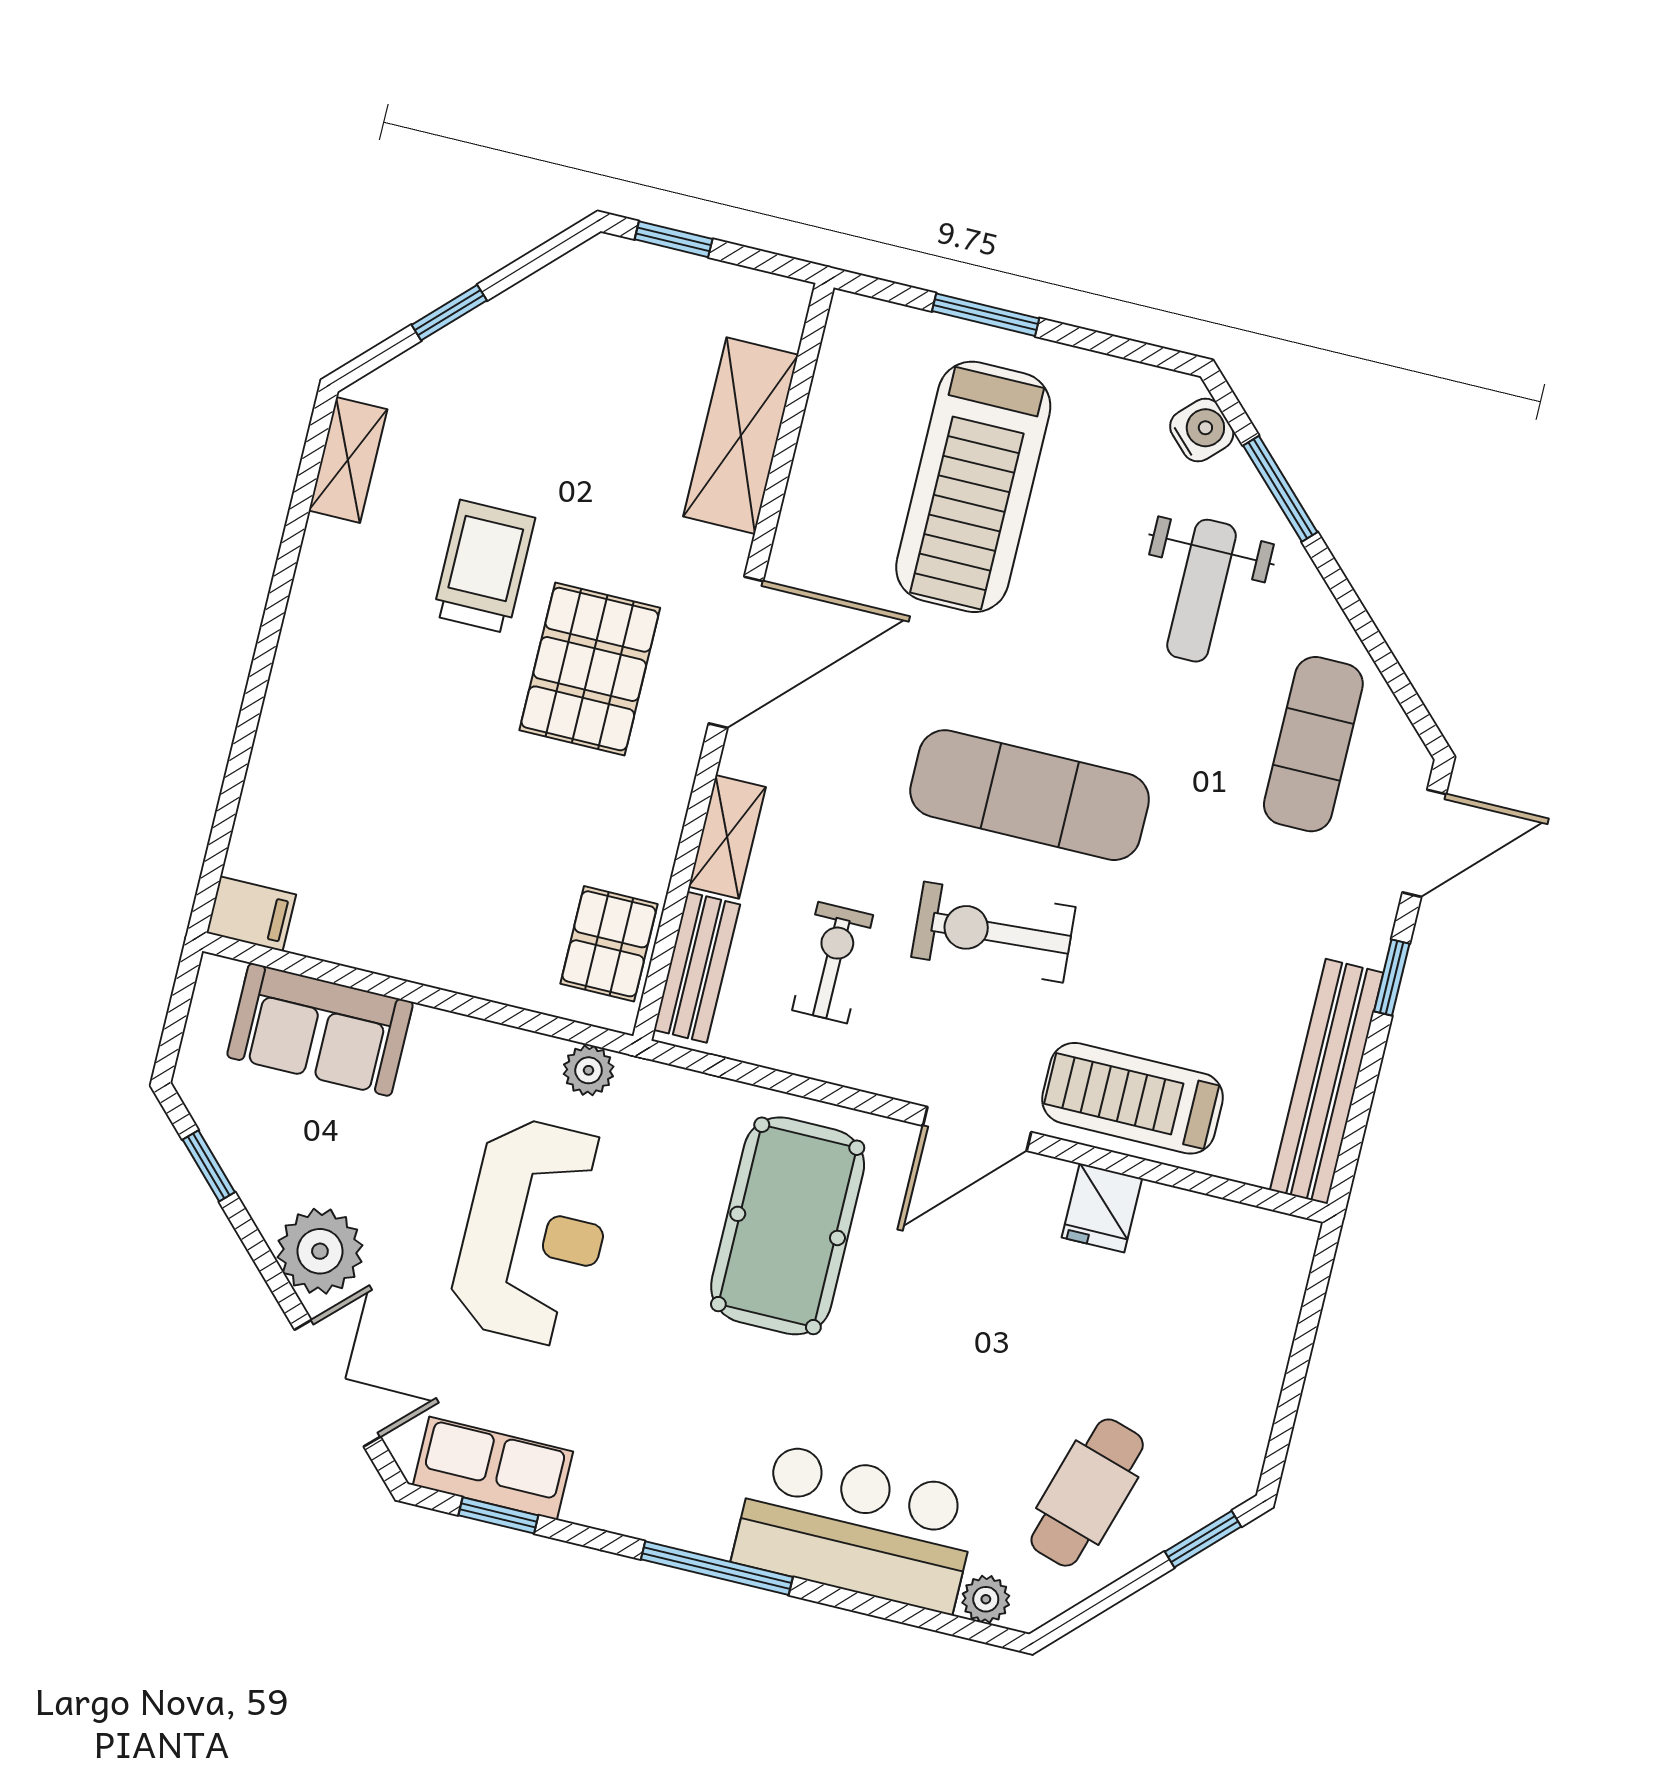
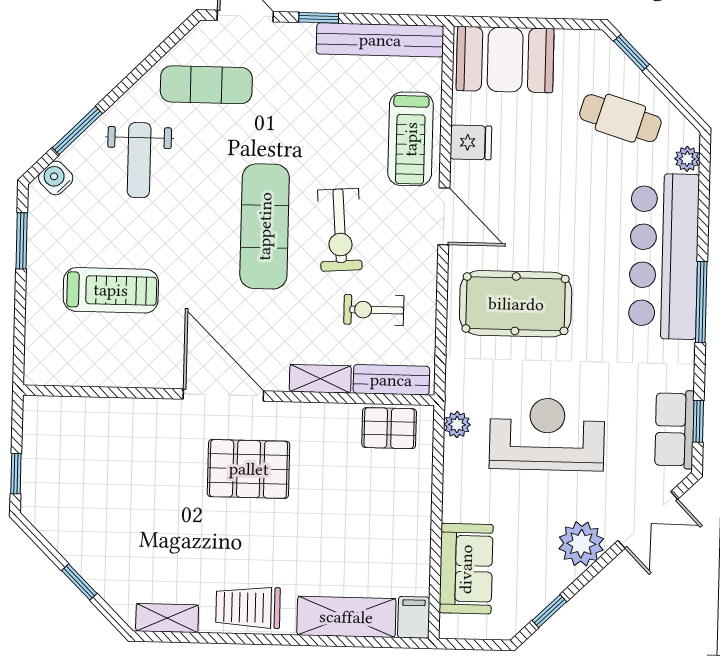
window: (986, 315) -> (22, 241), moved
shelving: (741, 436) -> (346, 617), moved
treadmill: (973, 487) -> (111, 290), width x0.73, depth x0.73
trolley: (484, 567) -> (248, 607), moved
weight bench: (1201, 591) -> (139, 160), turned 90
booth: (1241, 1304) -> (505, 60), added
double door: (337, 1383) -> (648, 520), swing flipped
bar counter: (856, 1527) -> (664, 256), width x1.36

